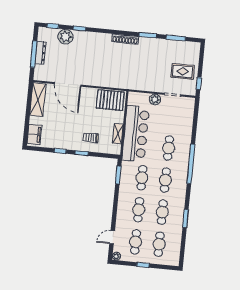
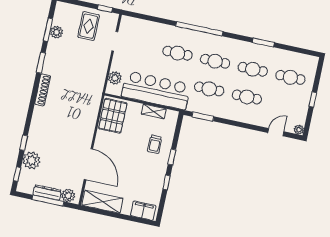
plant: (175, 45) -> (56, 32), added
plant: (40, 70) -> (68, 195), added
door: (68, 84) -> (88, 164), hinge flipped
plant: (155, 99) -> (115, 78), moved
door: (112, 237) -> (276, 132), swing flipped
cafe table: (136, 242) -> (284, 105), removed

